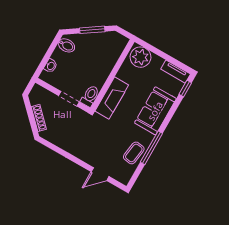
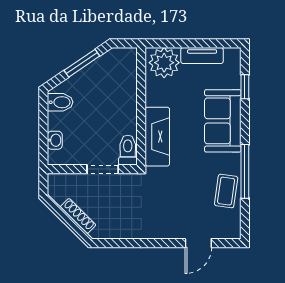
tv unit: (176, 72) -> (202, 56), moved
window: (185, 89) -> (245, 87), moved

